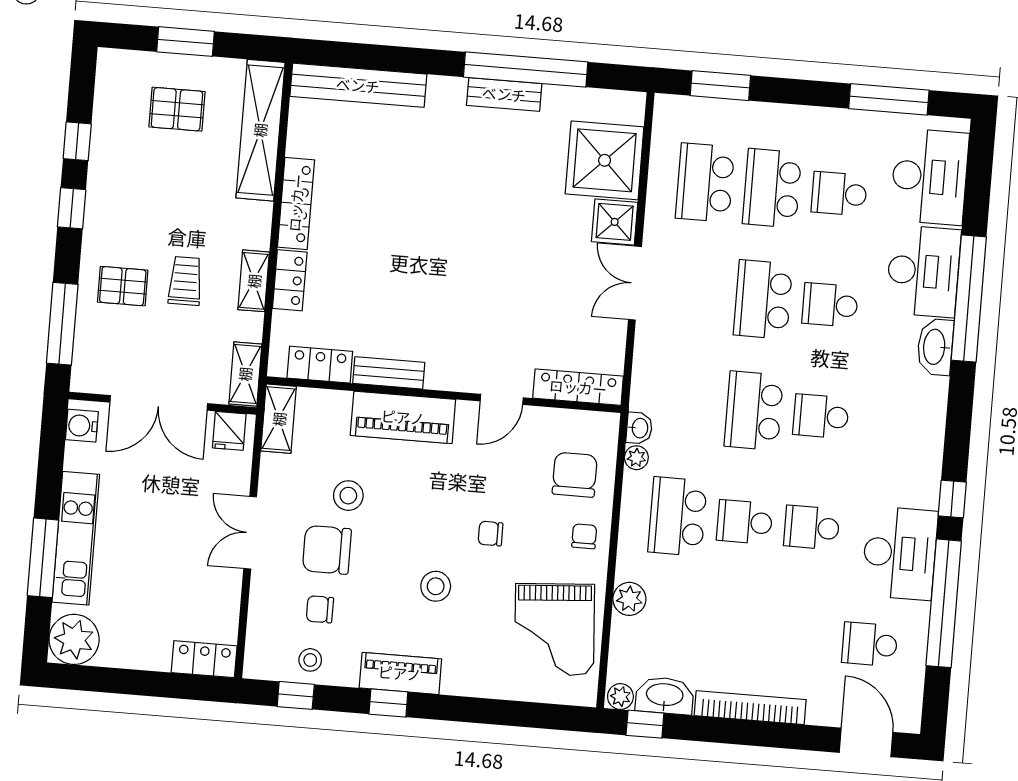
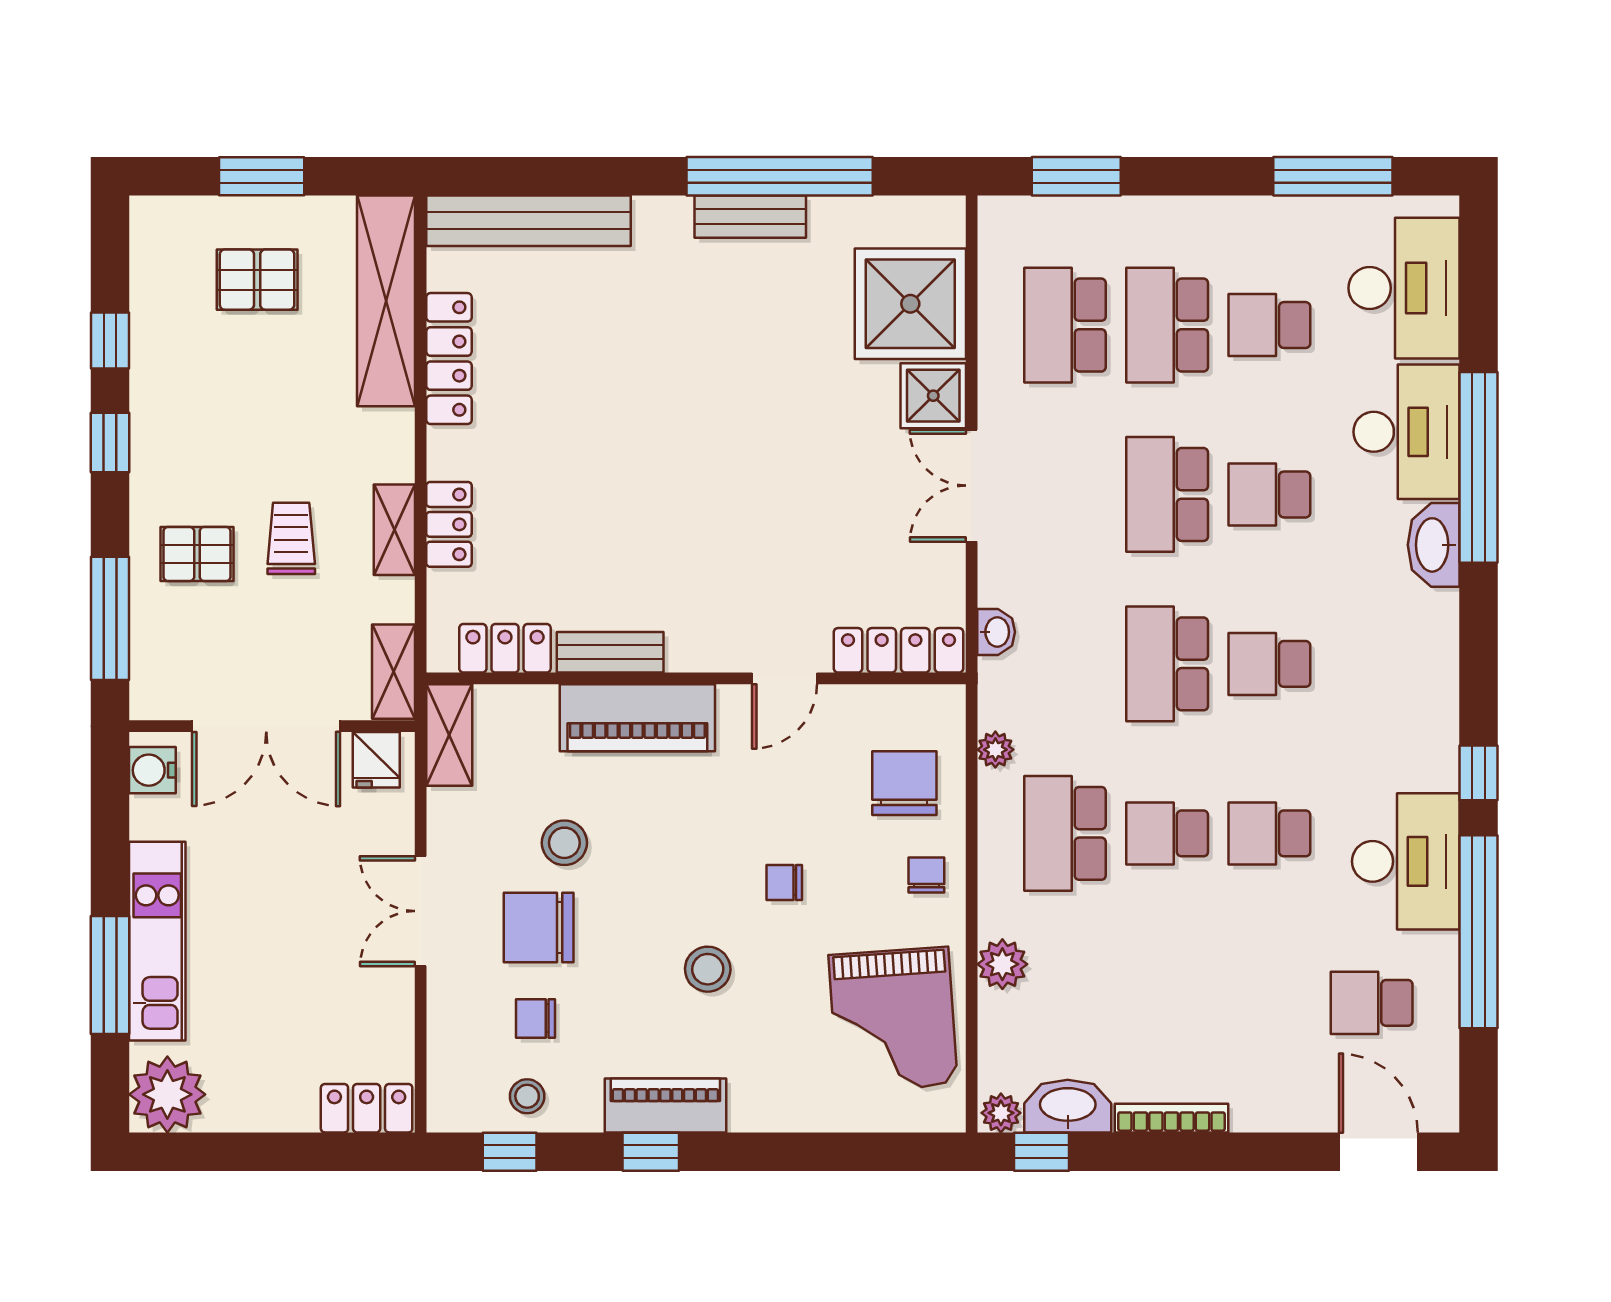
locker: (296, 203) -> (449, 359), moved
washbasin: (639, 428) -> (996, 632), moved
bookcase: (750, 708) -> (1171, 1118), width x0.68, depth x0.76

